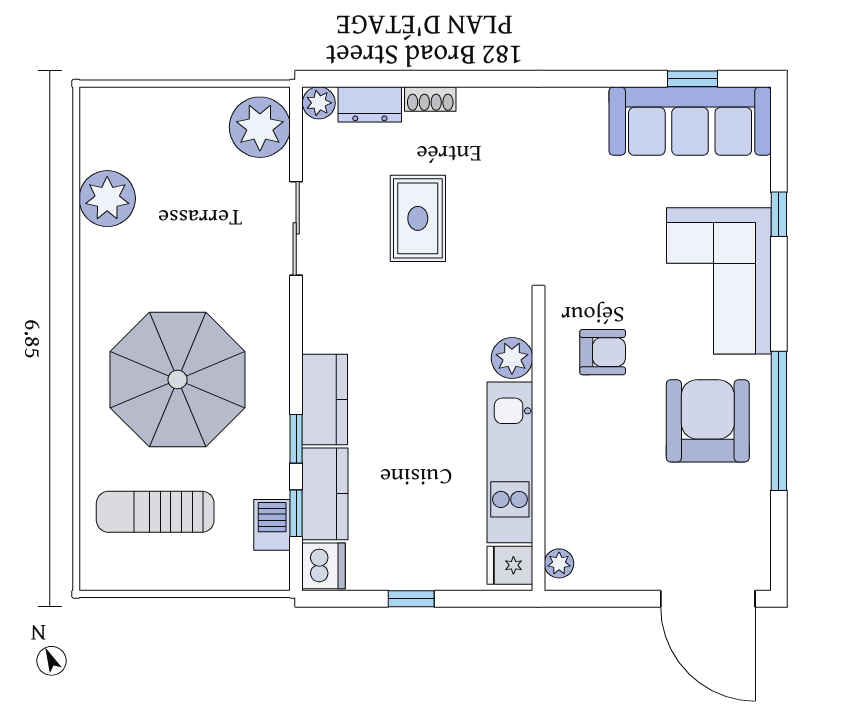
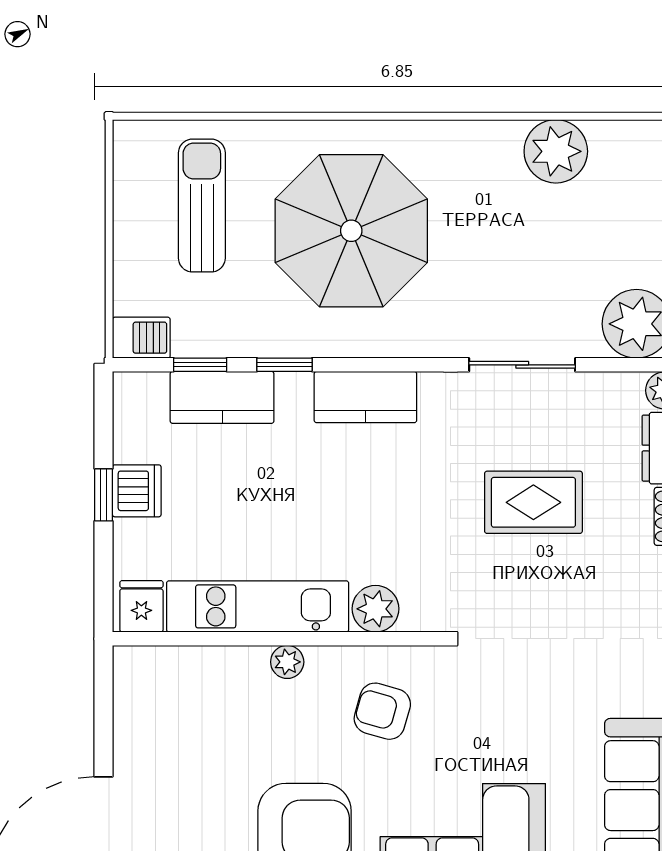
armchair: (603, 352) -> (382, 711), turned 106
kitchen counter: (325, 399) -> (365, 397), moved
barbecue: (272, 525) -> (141, 338), moved
plant: (559, 563) -> (287, 662), moved
dishwasher: (324, 566) -> (137, 491), moved, turned -90

